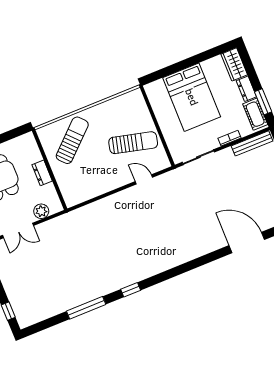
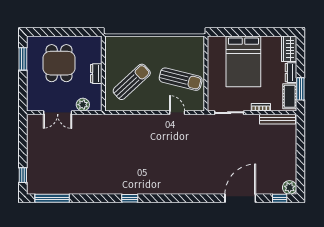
sun lounger: (72, 140) -> (132, 82), moved
door: (247, 243) -> (240, 198), hinge flipped
window: (86, 308) -> (52, 198), moved

